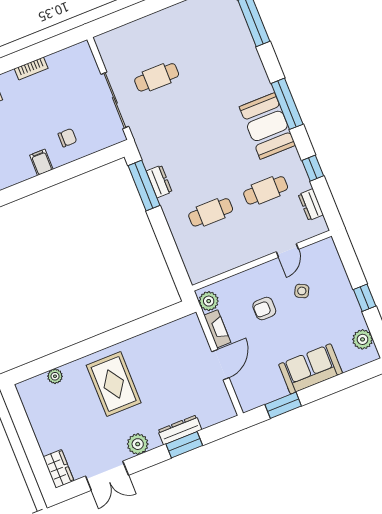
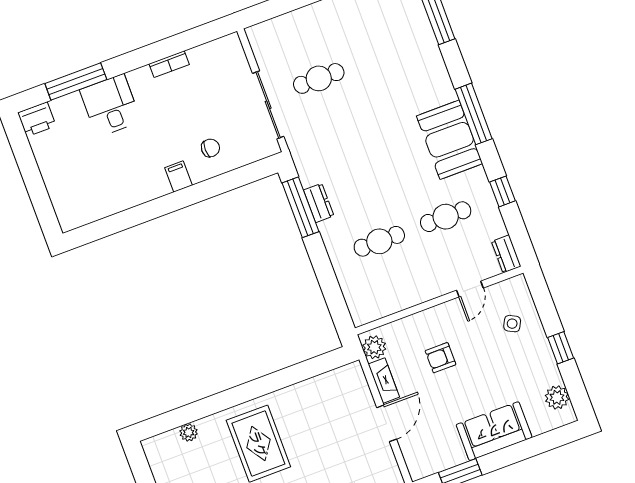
dresser: (311, 205) -> (506, 254), moved
side table: (302, 291) -> (512, 324), moved

